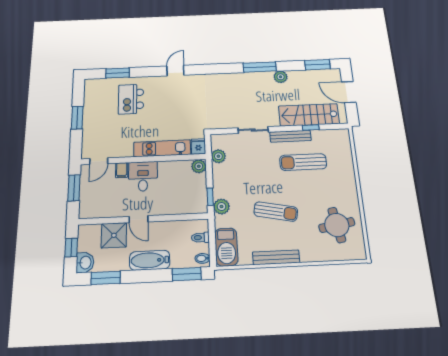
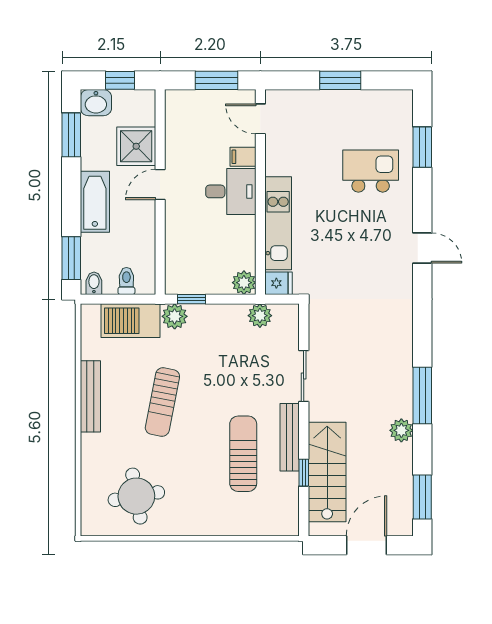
barbecue: (226, 247) -> (131, 321), moved

